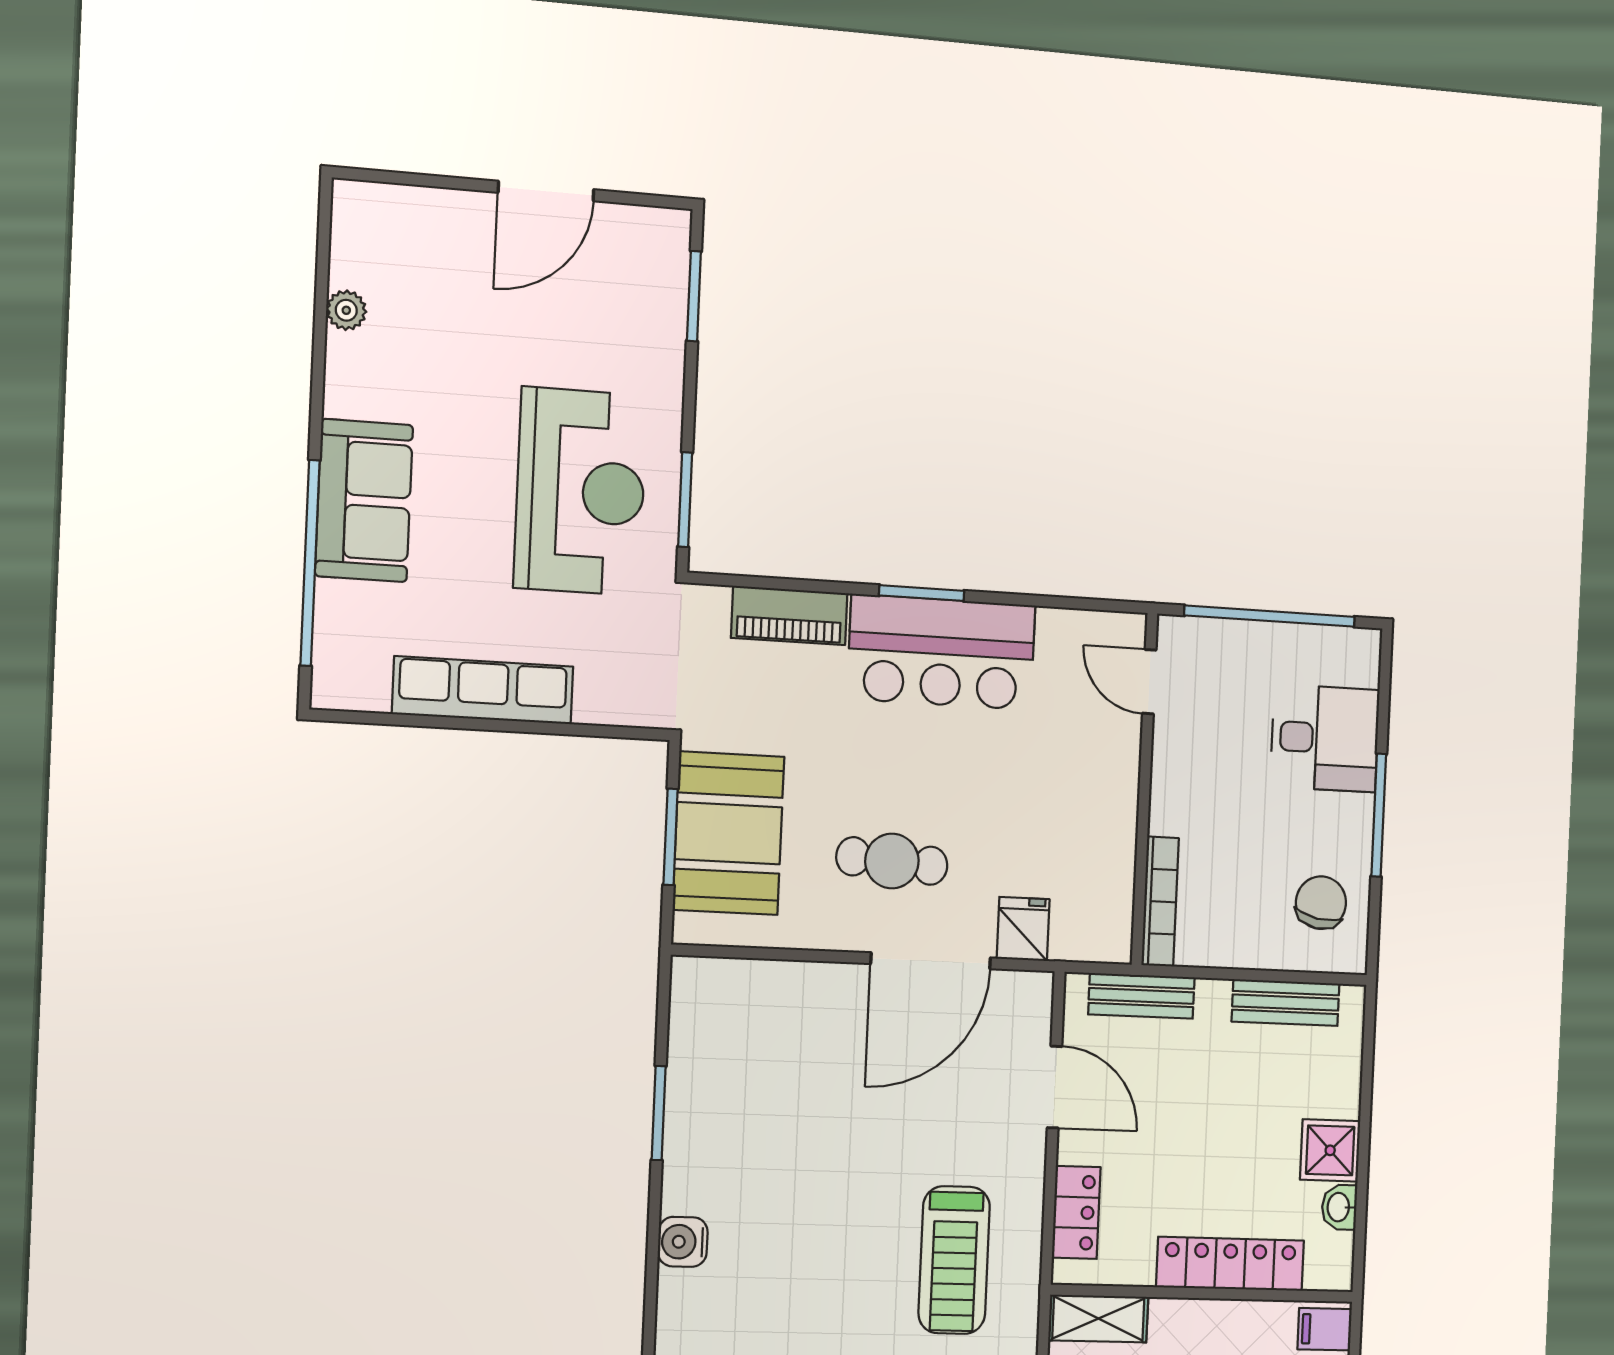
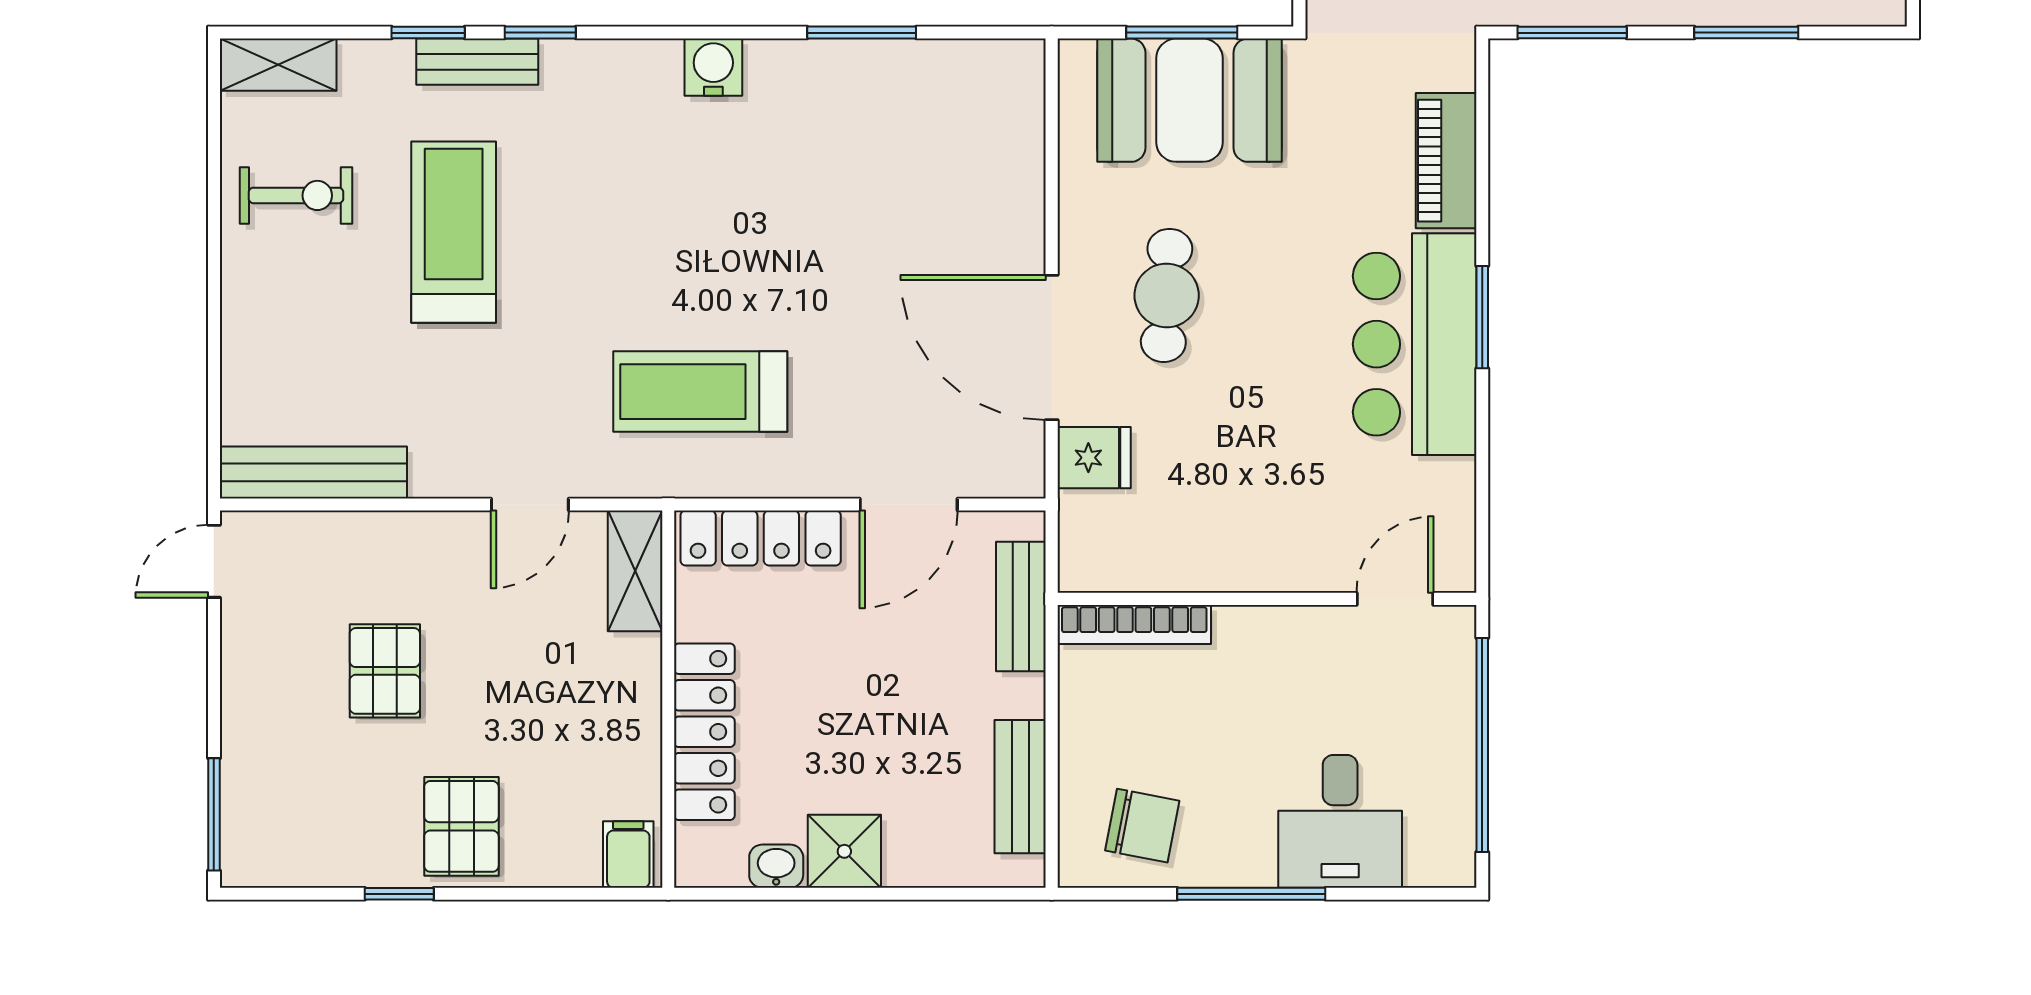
window: (694, 296) -> (1746, 33), moved
locker: (1076, 1212) -> (761, 538), width x1.53

